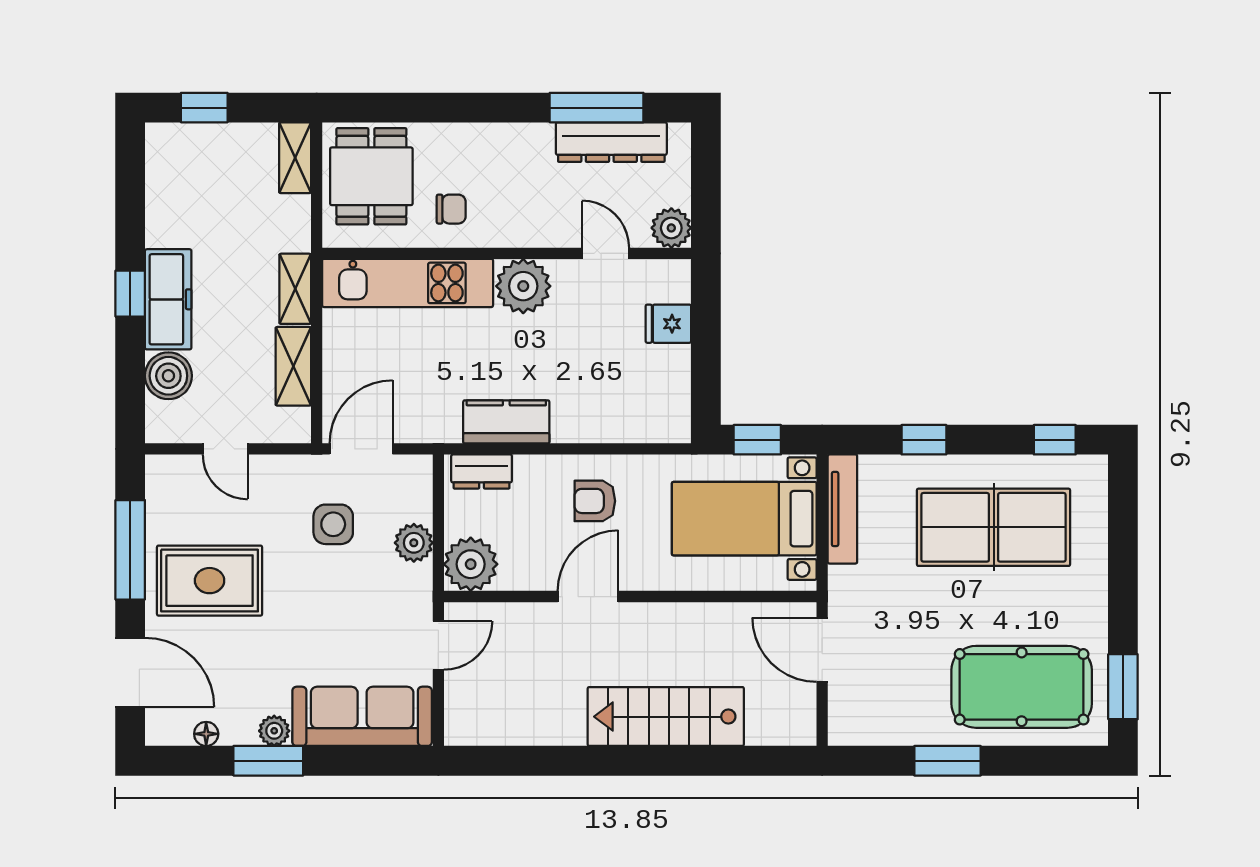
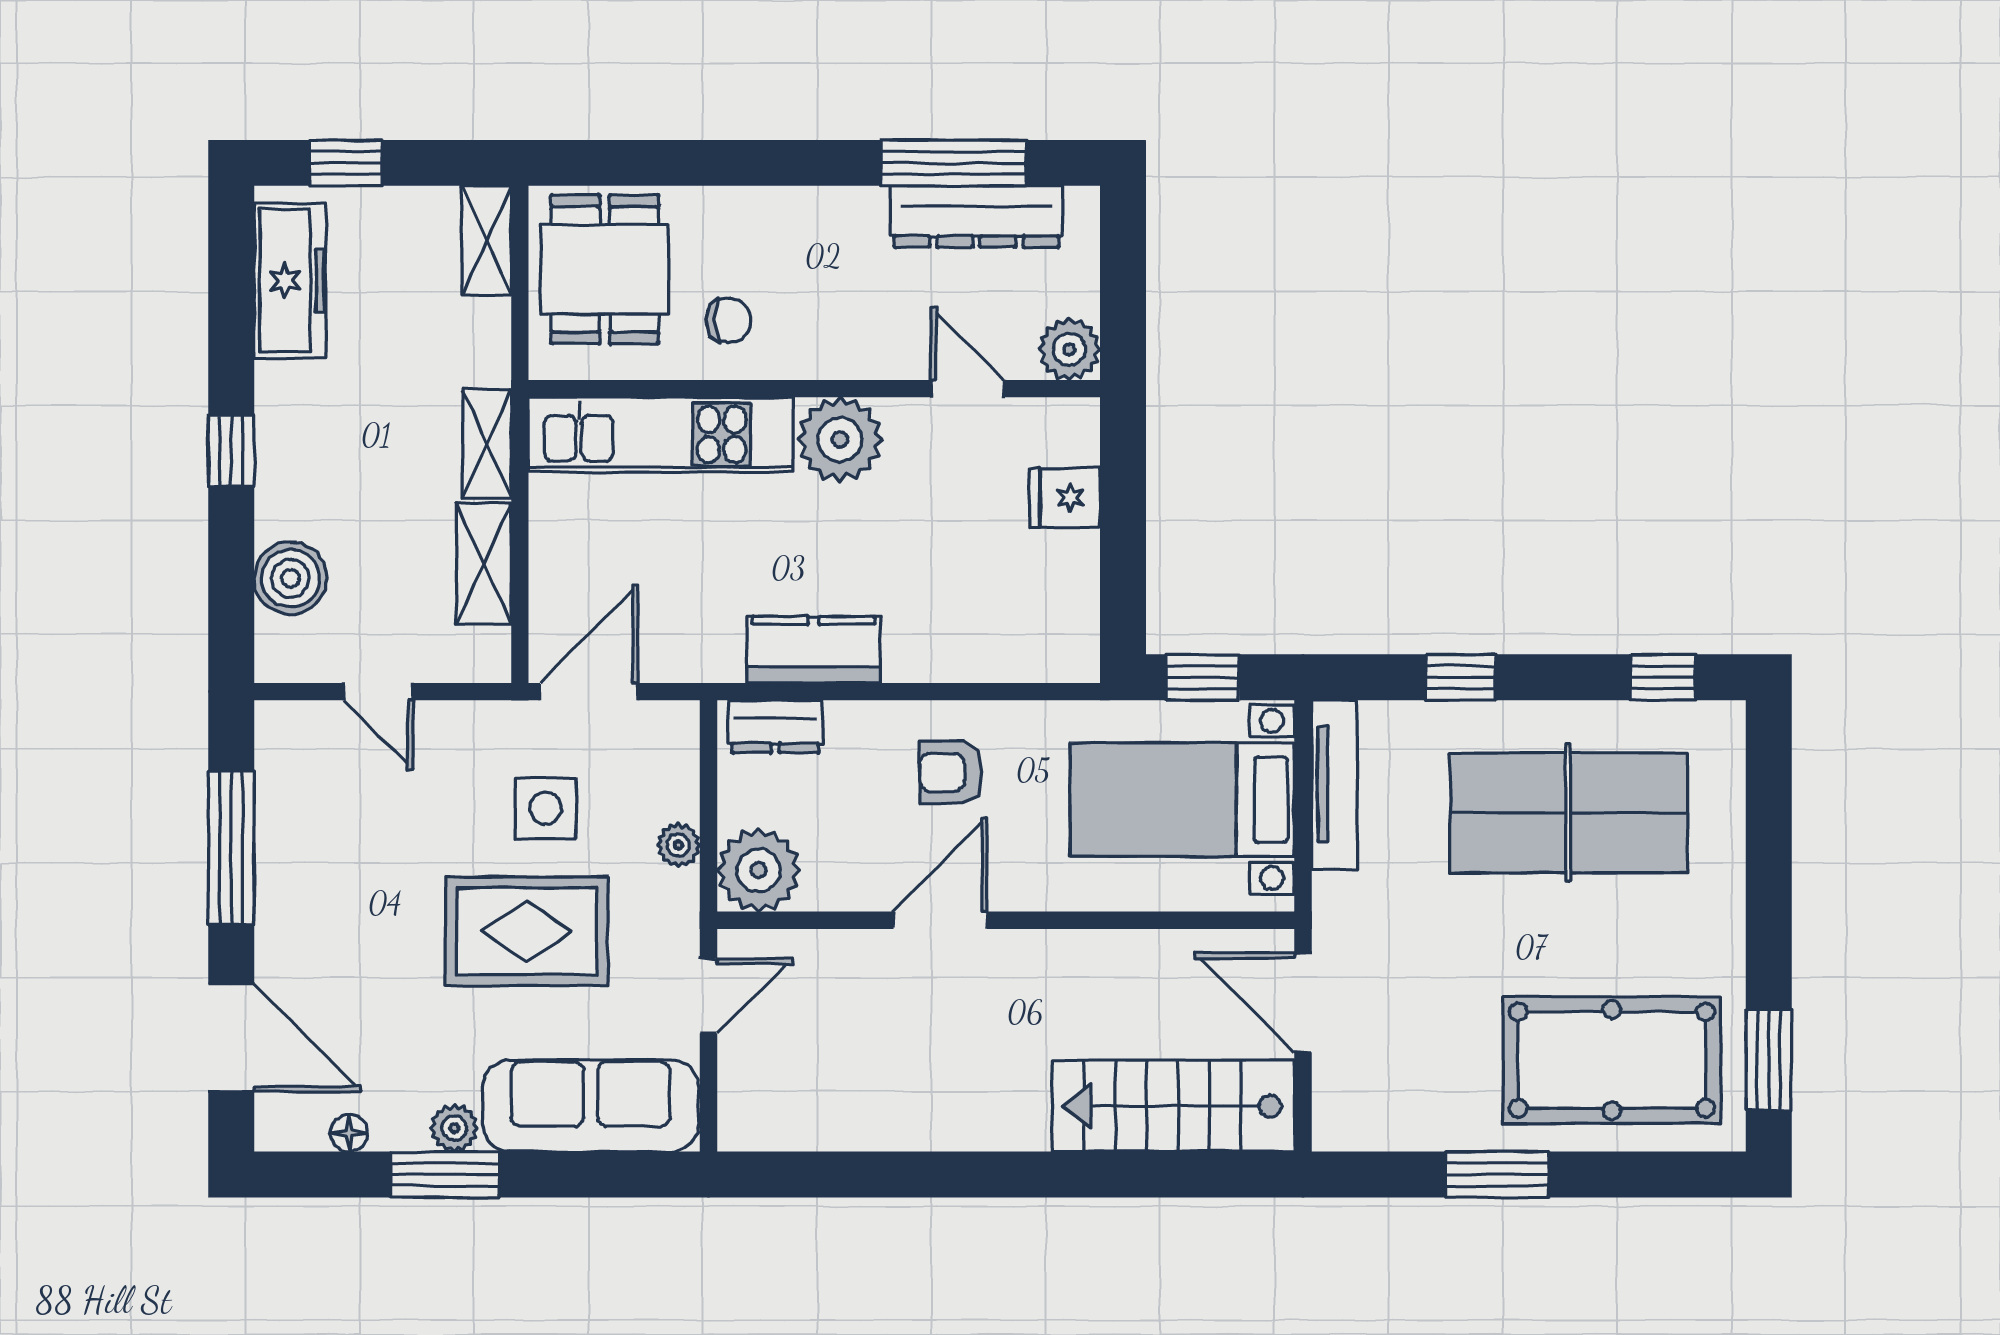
freezer: (168, 299) -> (290, 281), moved
plant: (414, 543) -> (678, 845), width x0.73, depth x0.73
rug: (210, 581) -> (527, 931), moved
stairs: (666, 717) -> (1173, 1106), moved

